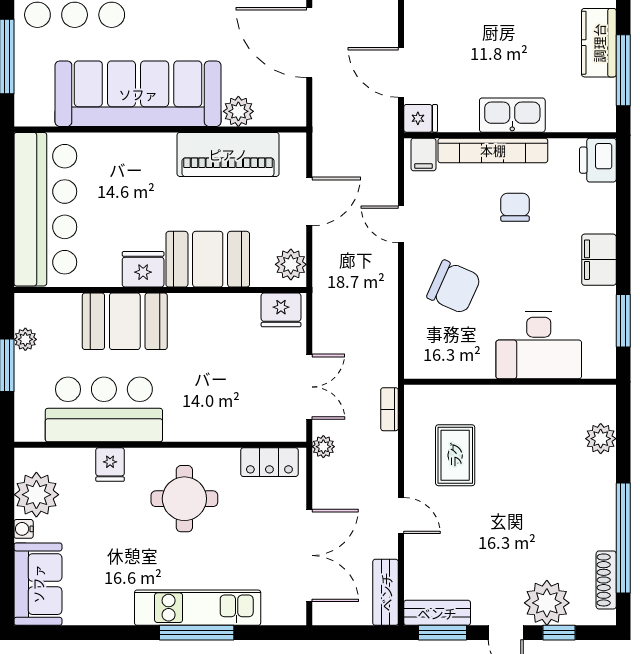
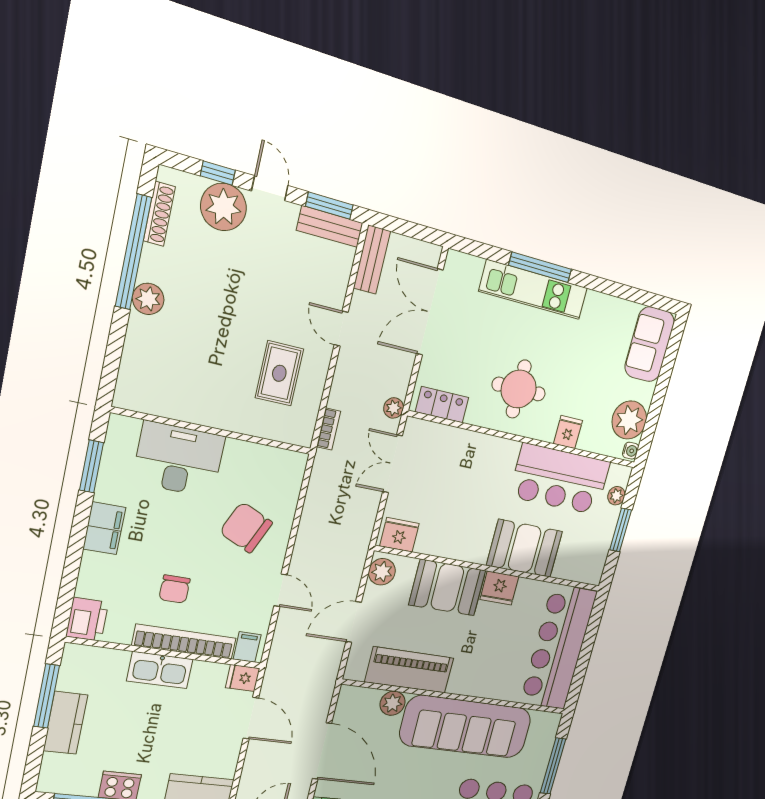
plant: (25, 339) -> (616, 496), moved
plant: (601, 439) -> (148, 299), moved
water cooler: (24, 529) -> (631, 451), moved

